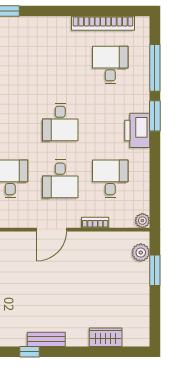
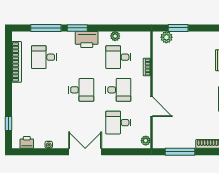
plant: (142, 221) -> (115, 36), moved
door: (52, 230) -> (151, 107), moved

